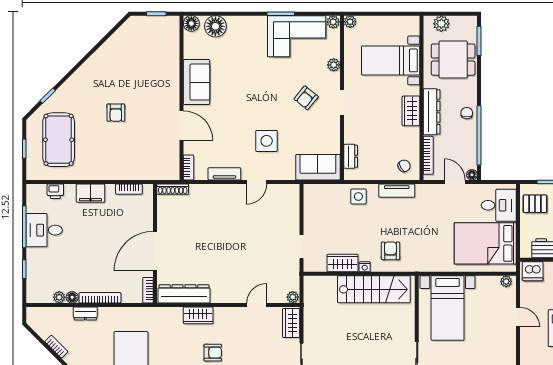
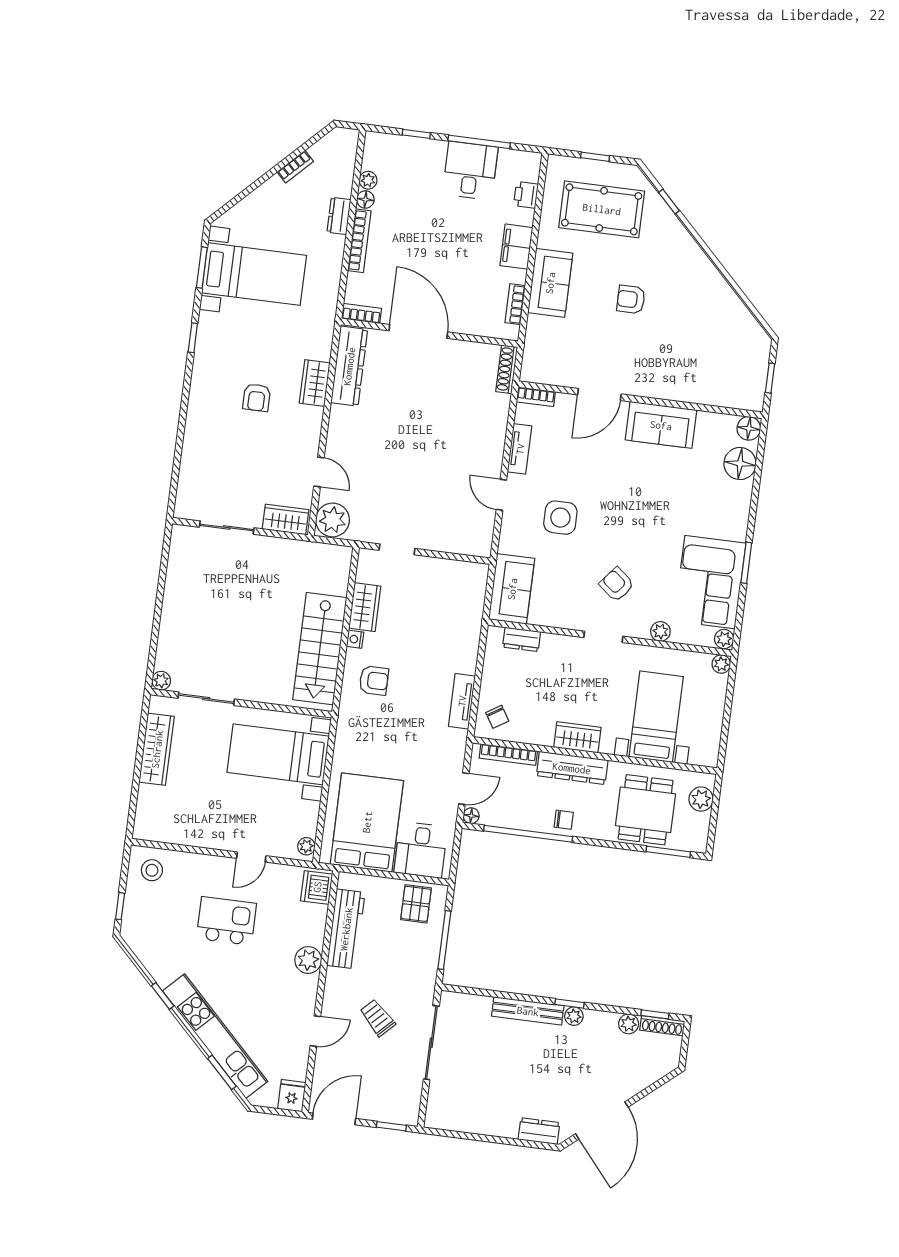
sofa: (112, 168) -> (550, 283), added
side table: (358, 197) -> (460, 643), removed
plant: (293, 297) -> (333, 520), width x1.88, depth x1.88

